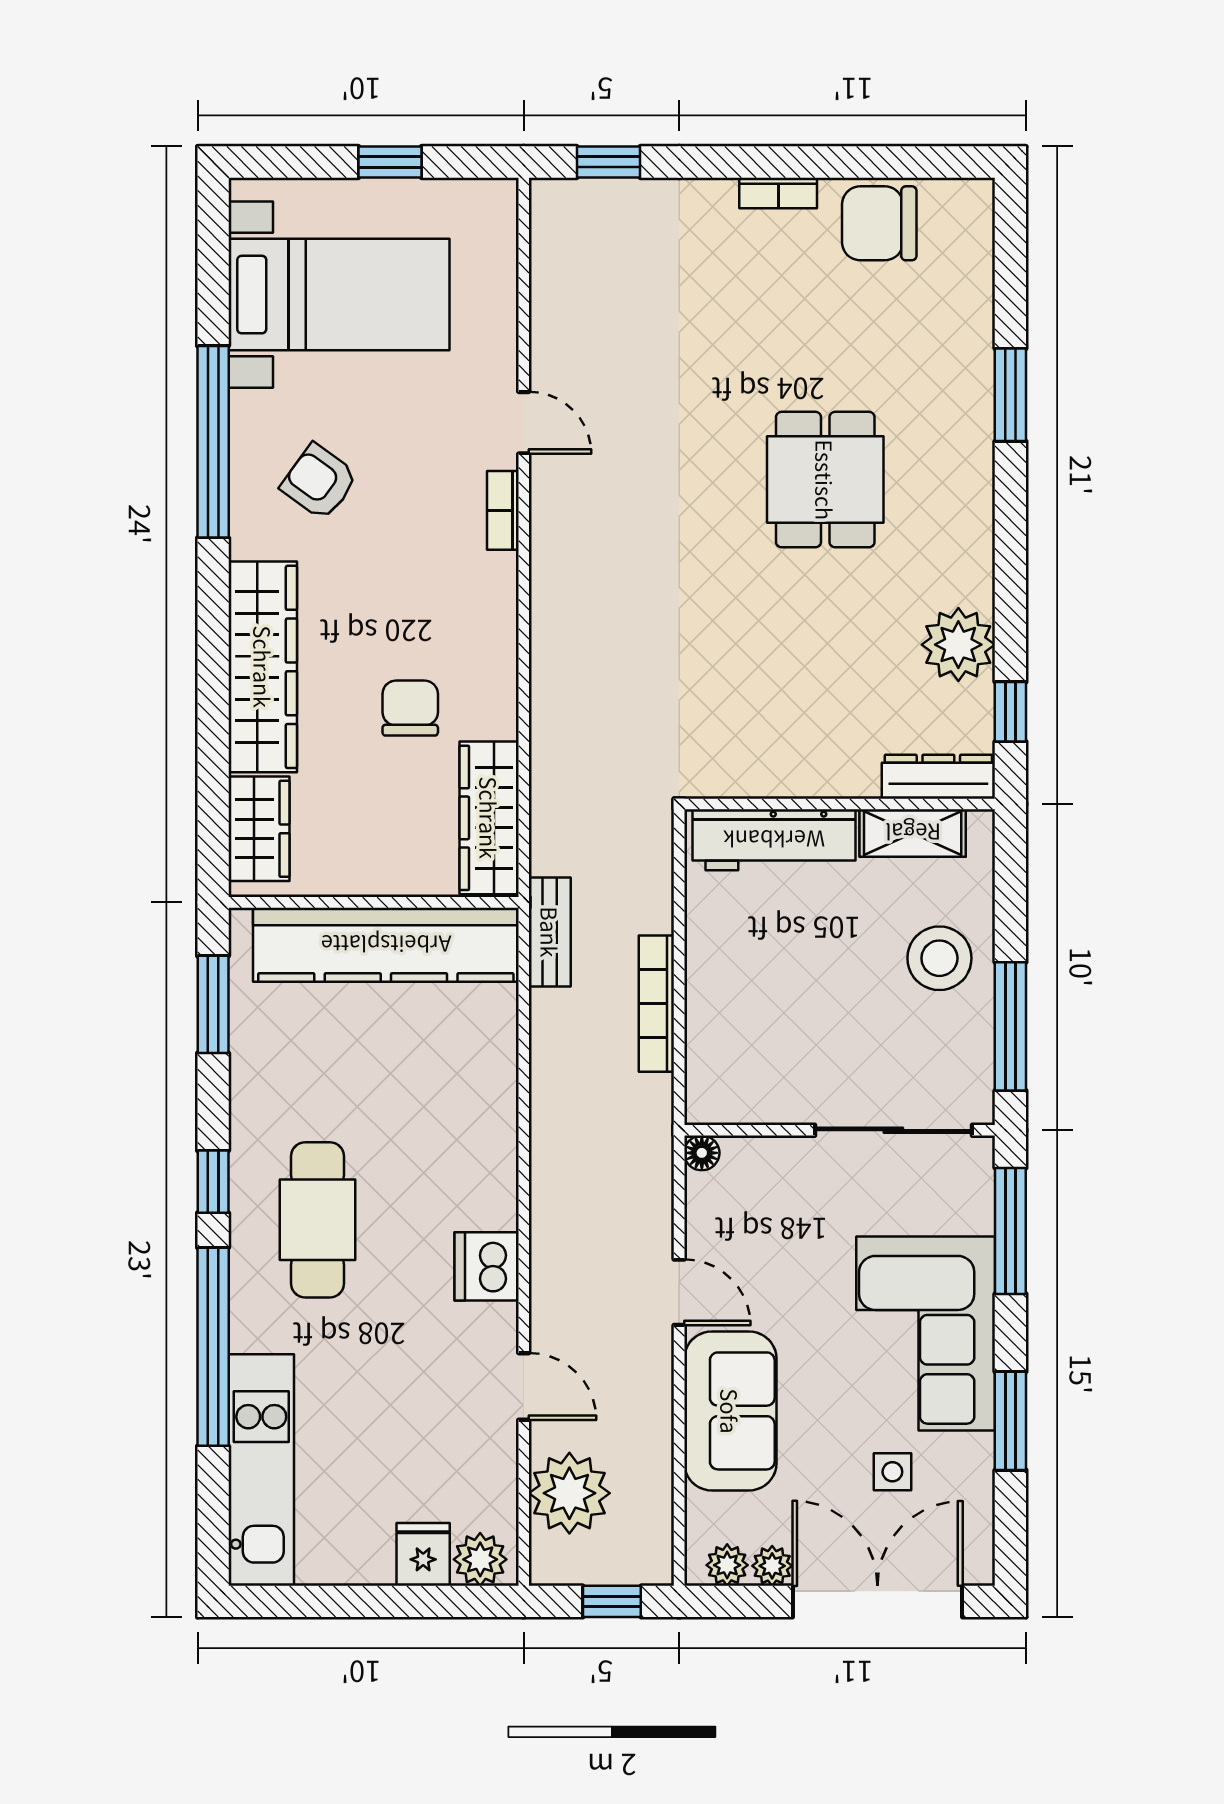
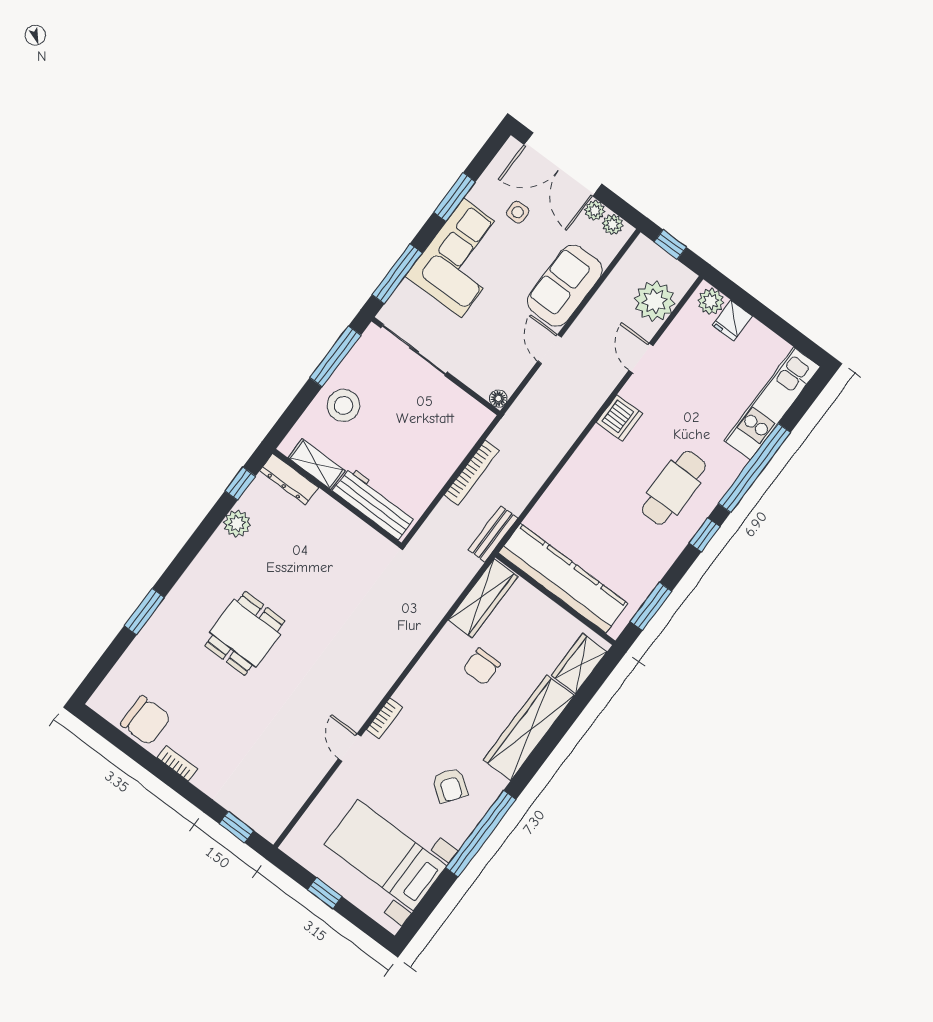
plant: (958, 645) -> (237, 524), width x0.73, depth x0.73

